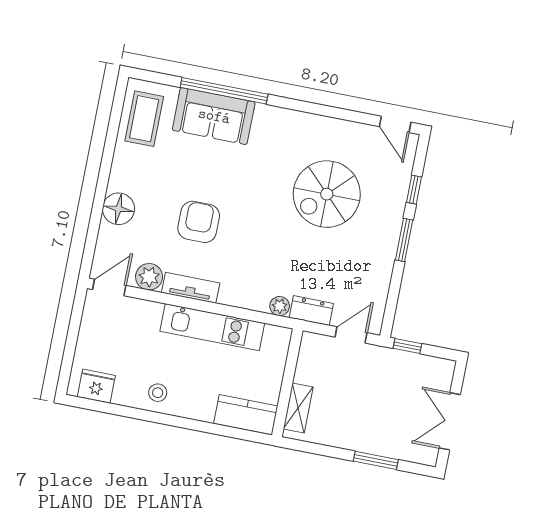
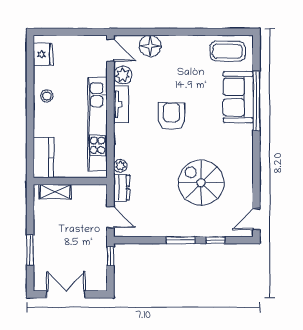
floor lamp: (119, 209) -> (150, 46), moved
armchair: (199, 222) -> (172, 116), moved, turned -90
kitchen unit: (212, 327) -> (98, 124), width x1.36

